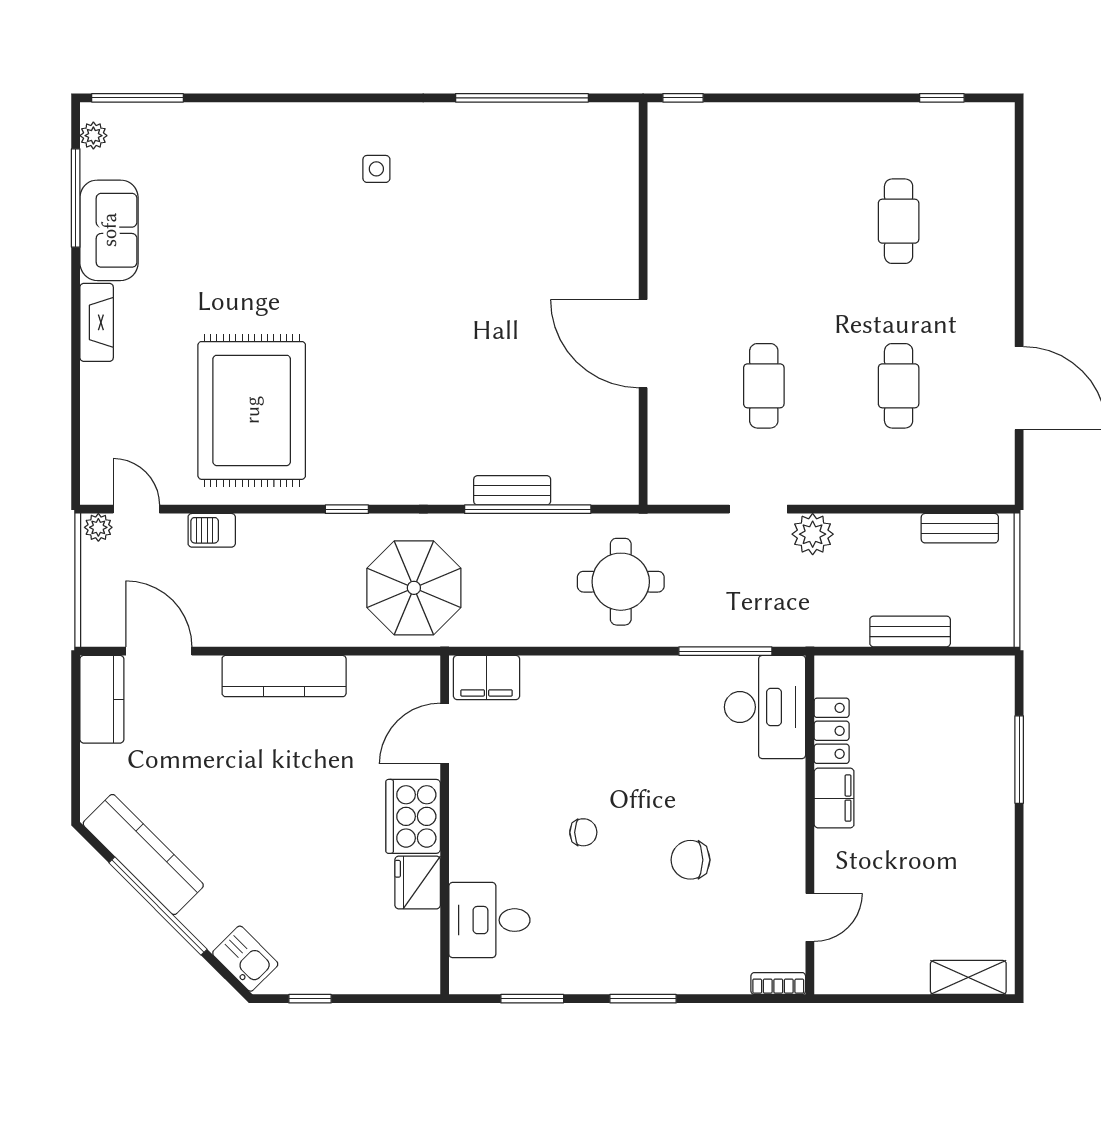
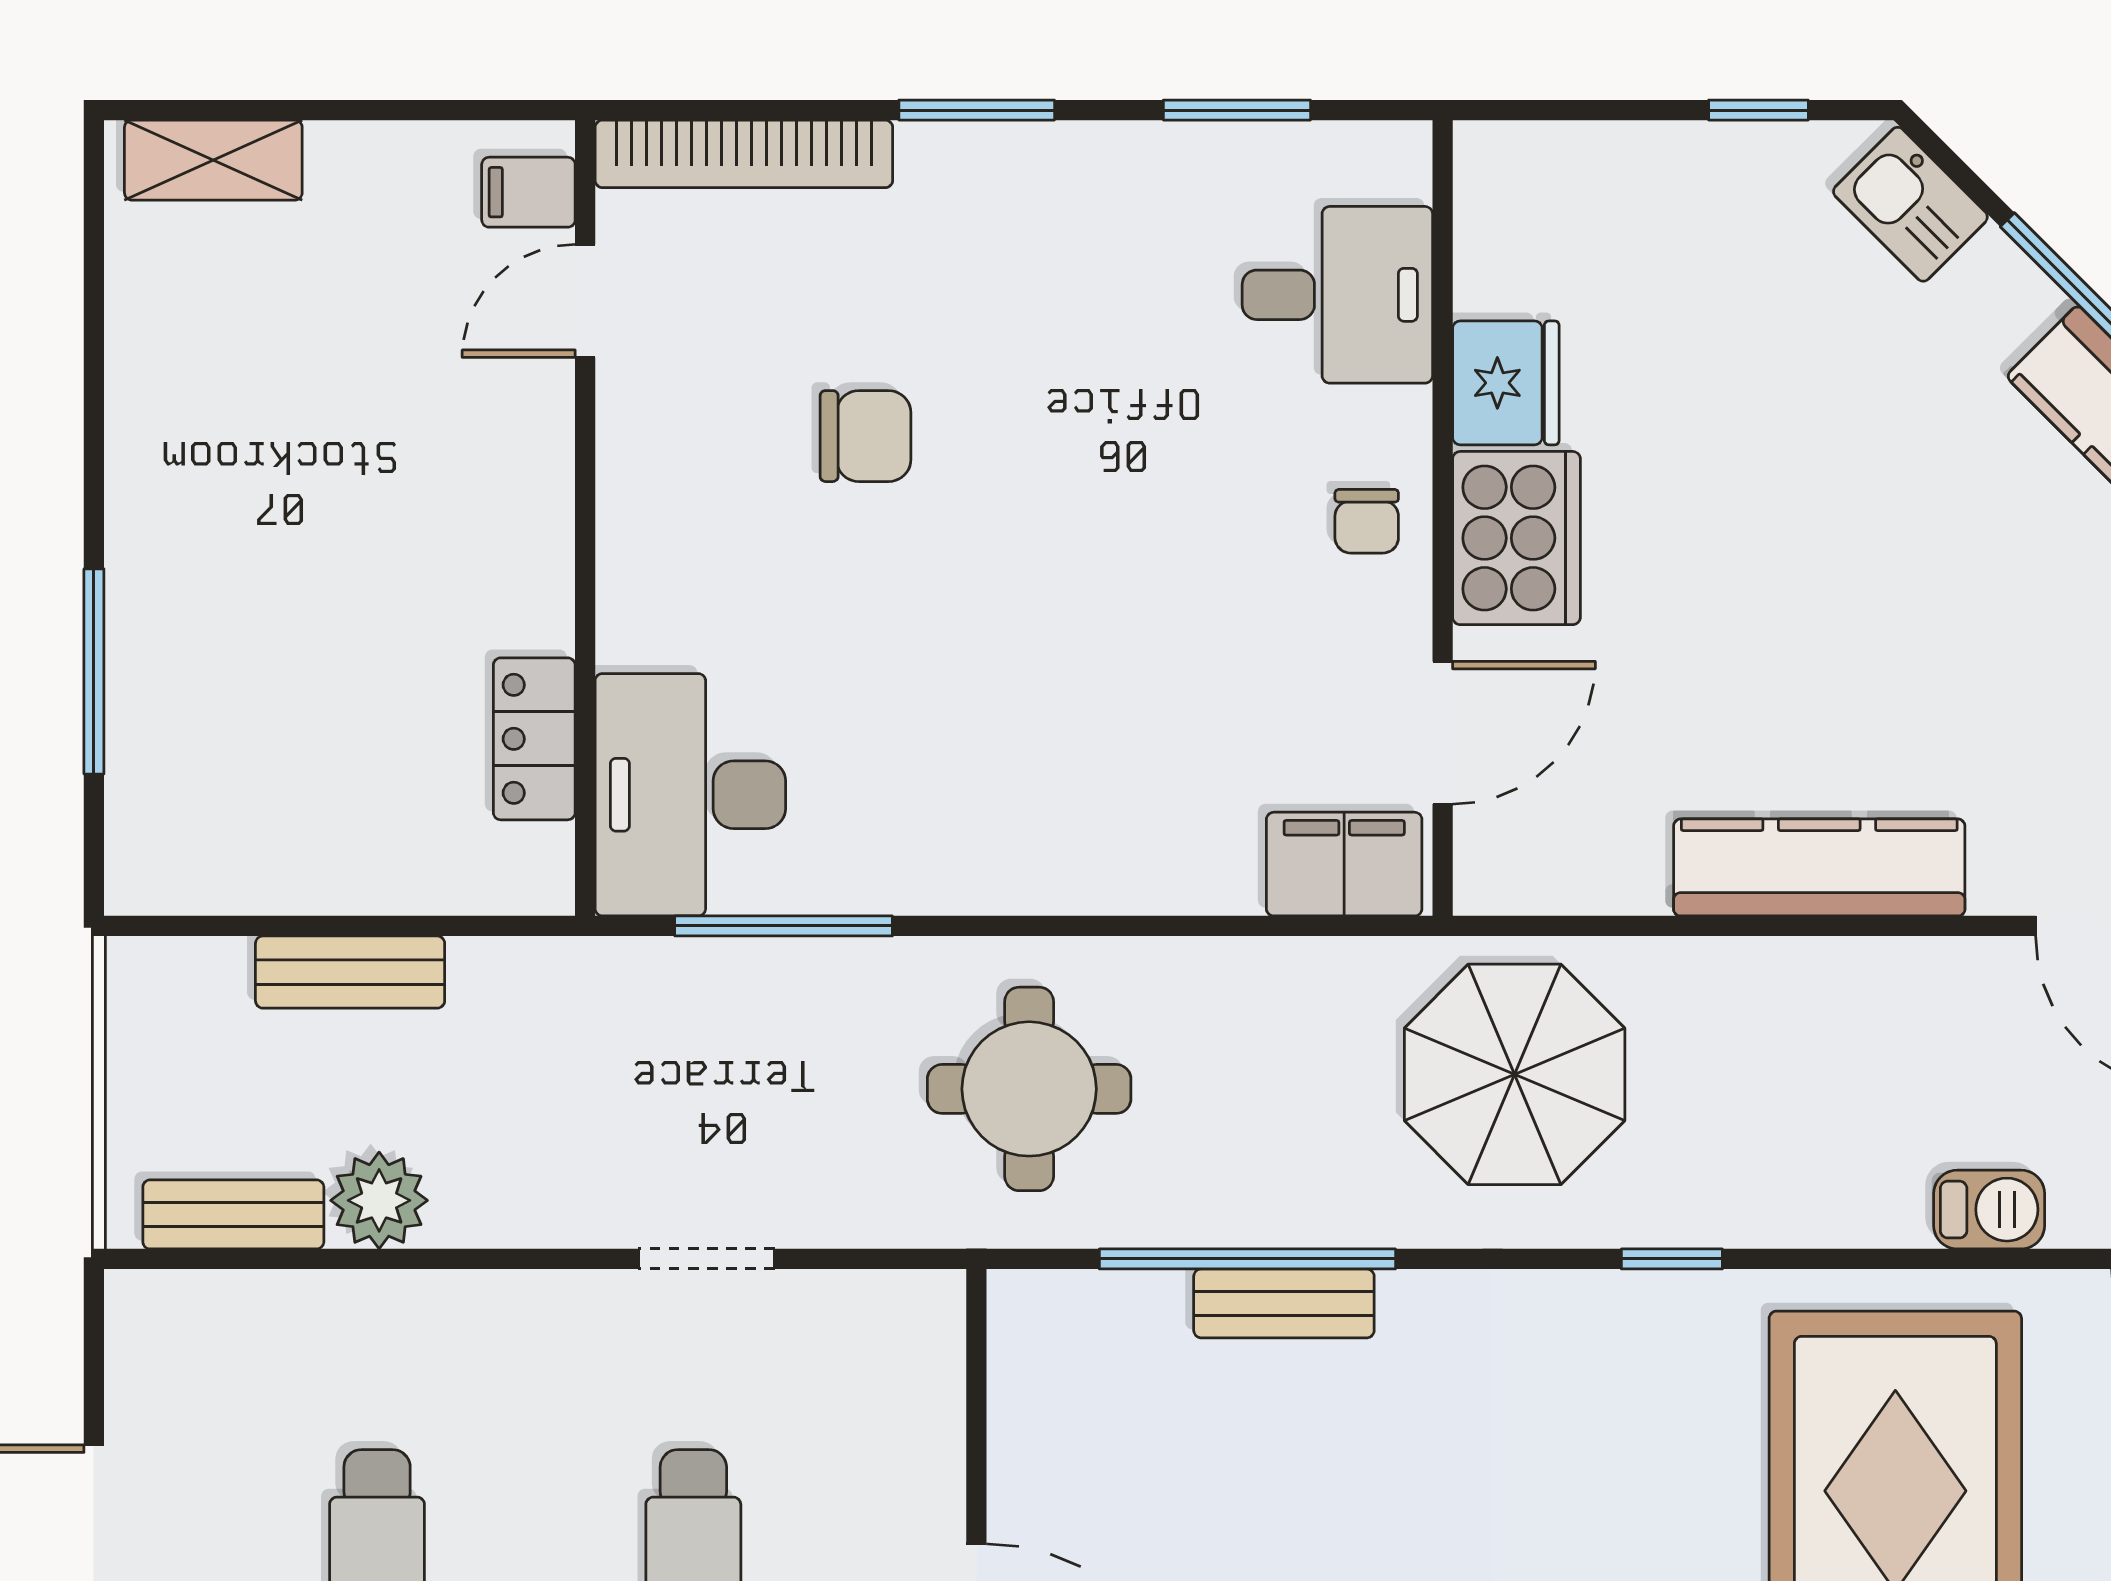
plant: (813, 534) -> (379, 1200), moved
filing cabinet: (834, 798) -> (528, 192), moved, width x0.50
chair: (583, 832) -> (1367, 521), moved, turned -90
bookcase: (778, 983) -> (744, 154), width x2.31, depth x1.31

